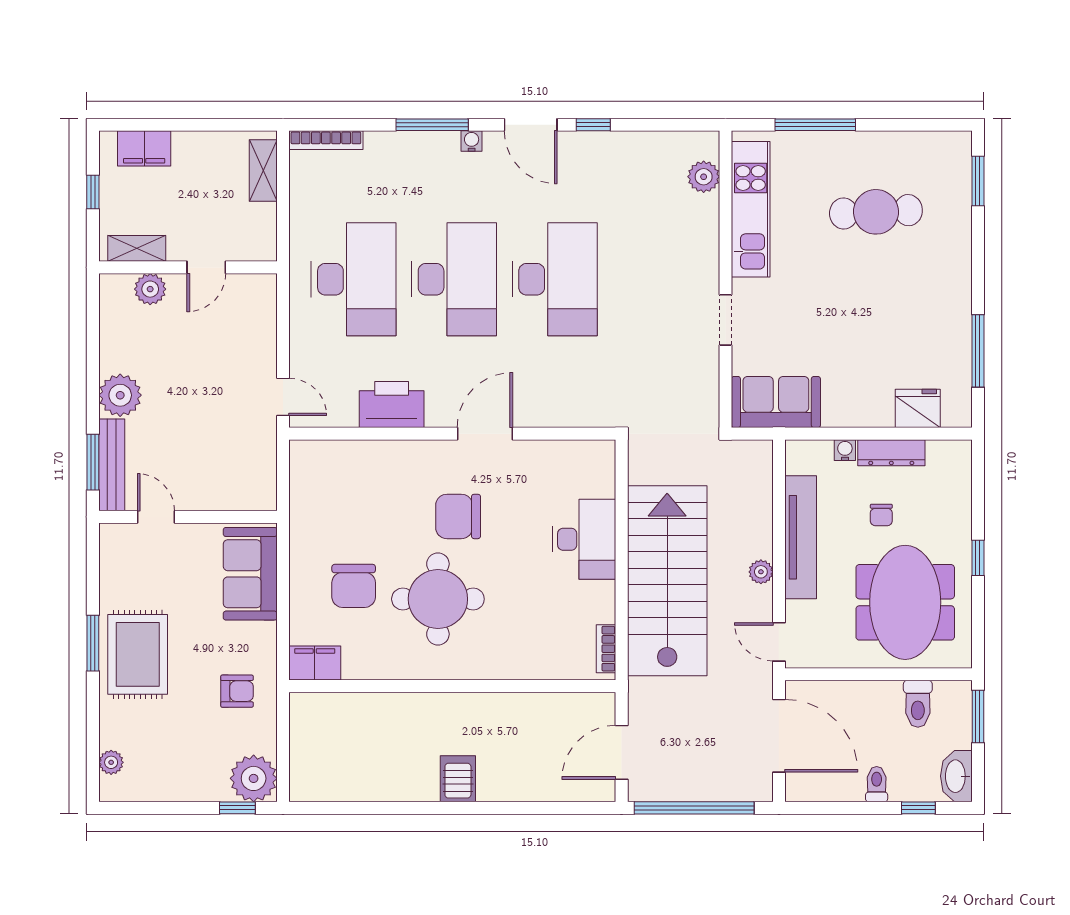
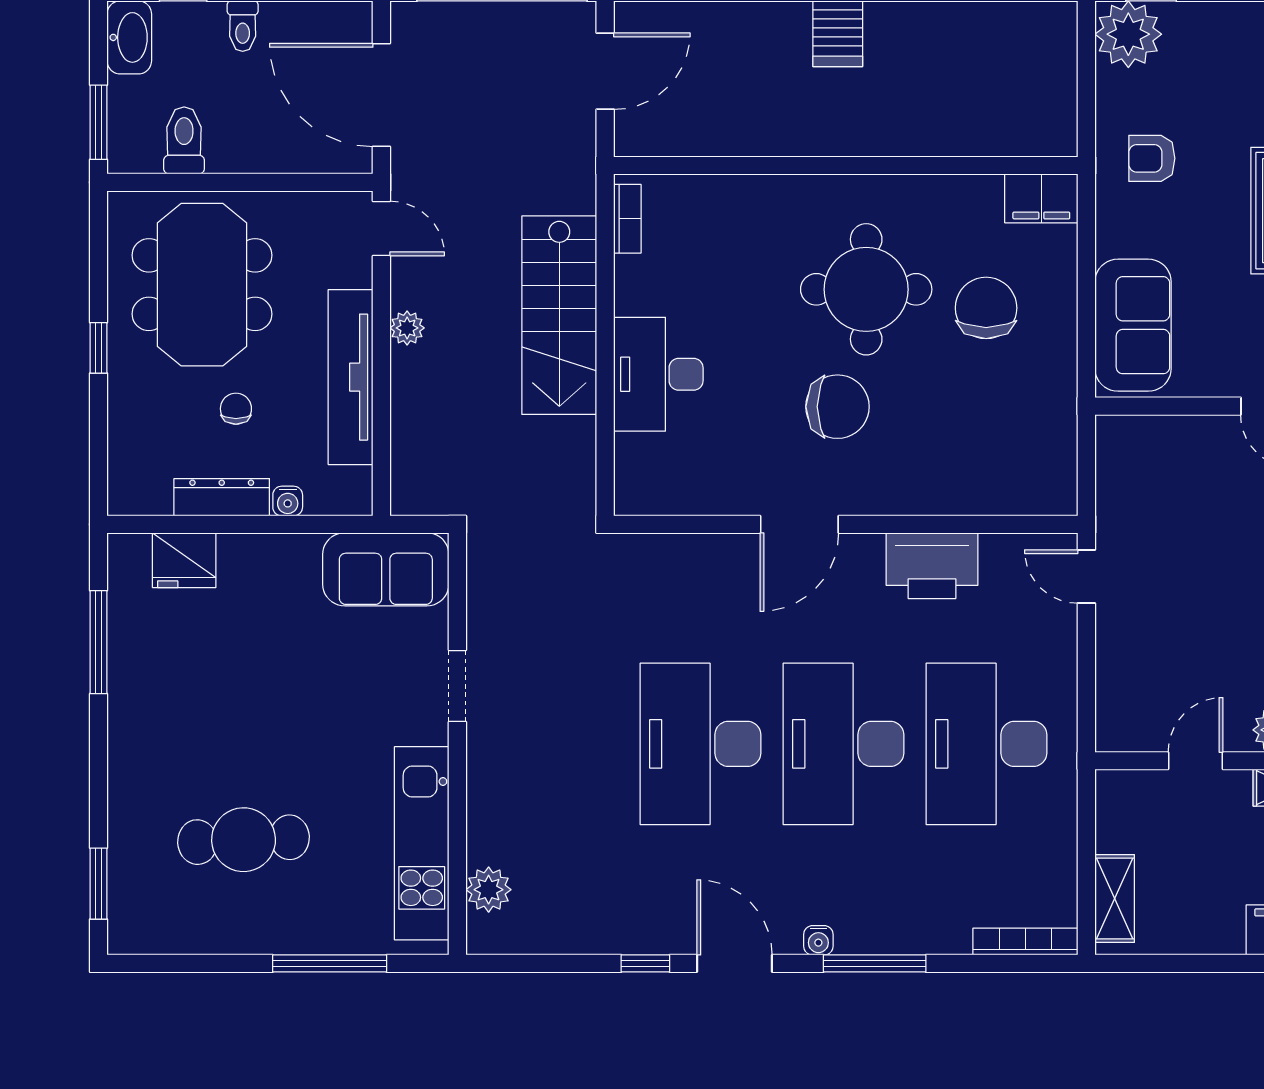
stairs: (667, 581) -> (559, 315), width x0.73, depth x0.66

